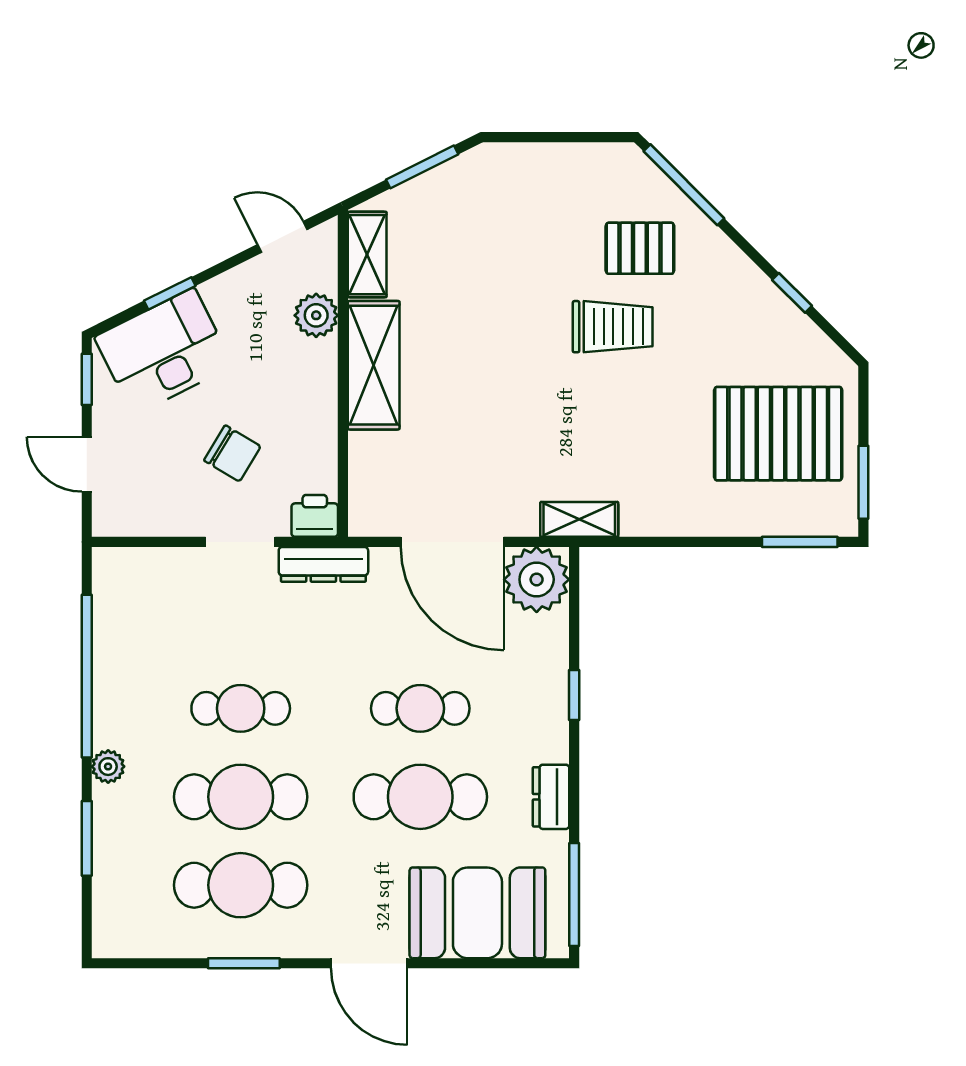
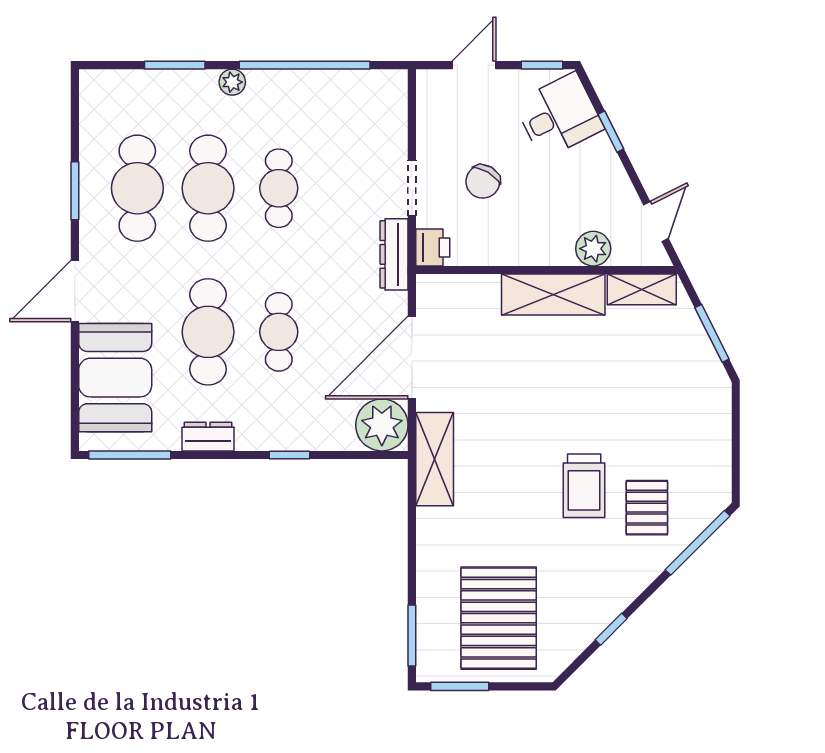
desk: (164, 351) -> (559, 116), width x0.73
shelving: (579, 519) -> (435, 459), width x1.50, depth x1.33

